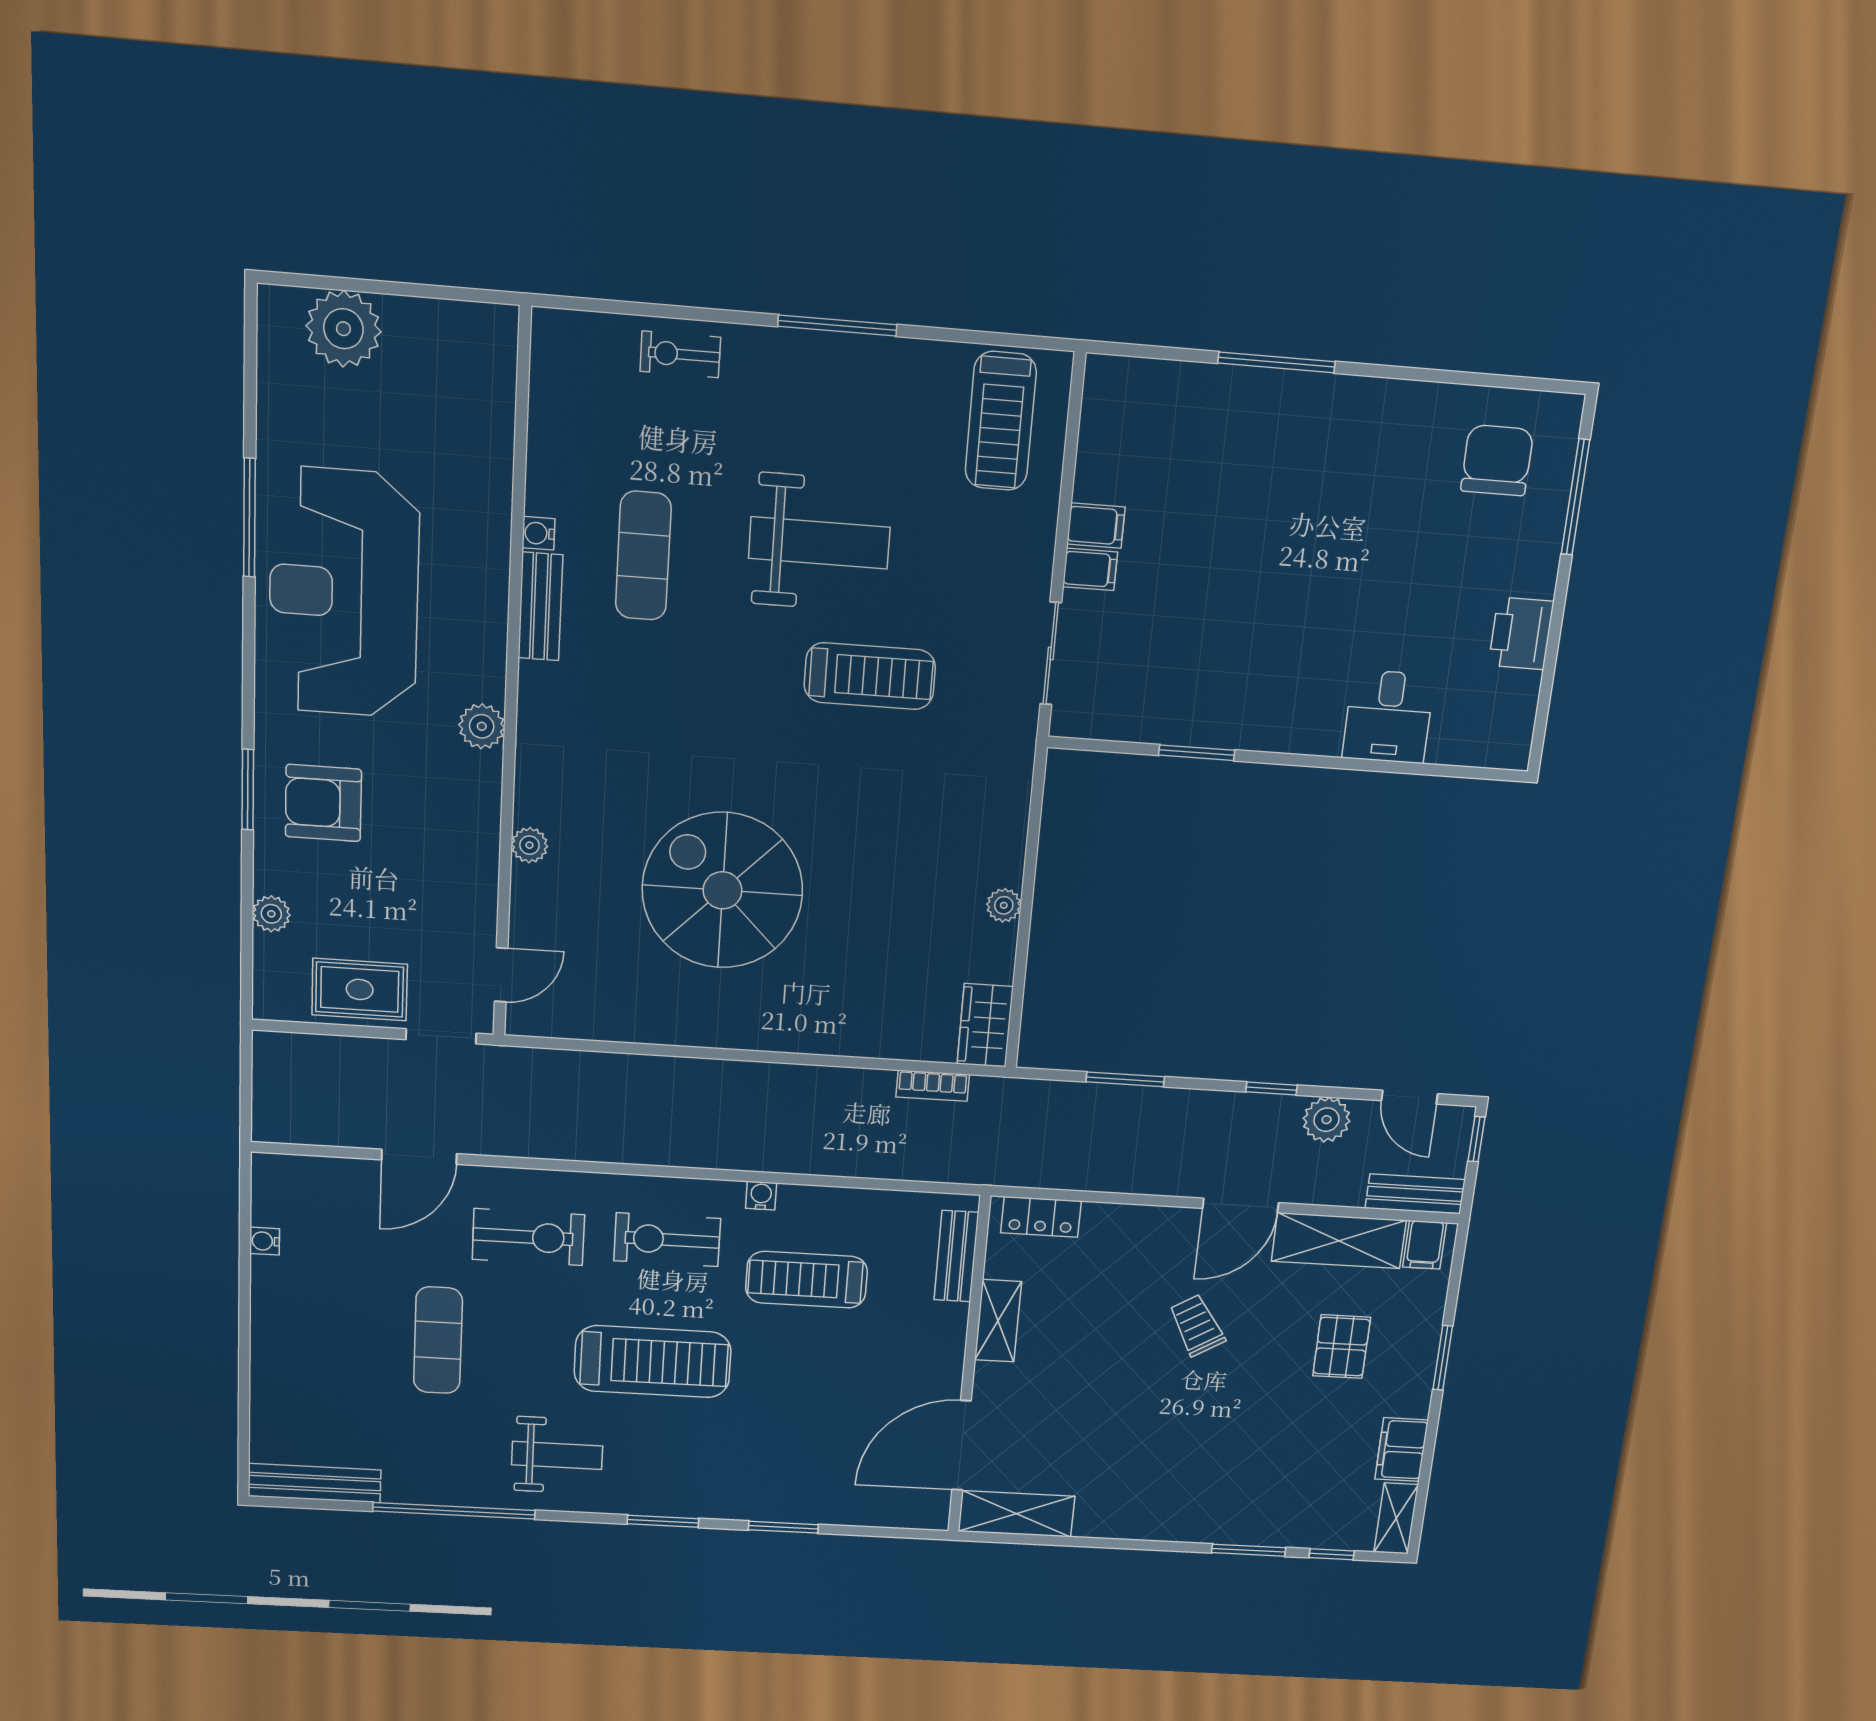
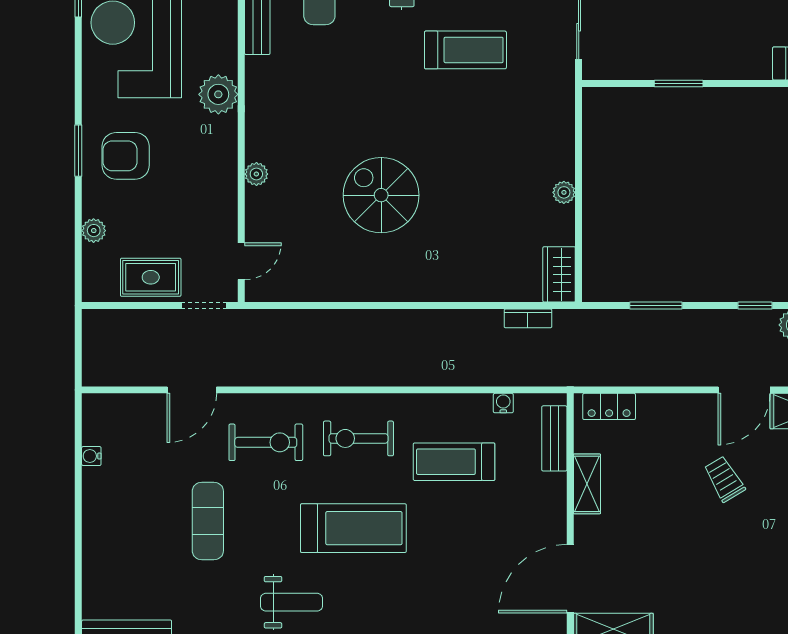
plant: (482, 726) -> (218, 94), width x1.36, depth x1.36
spiral stairs: (722, 890) -> (381, 195), width x0.73, depth x0.73
water cooler: (761, 1196) -> (503, 403), moved

